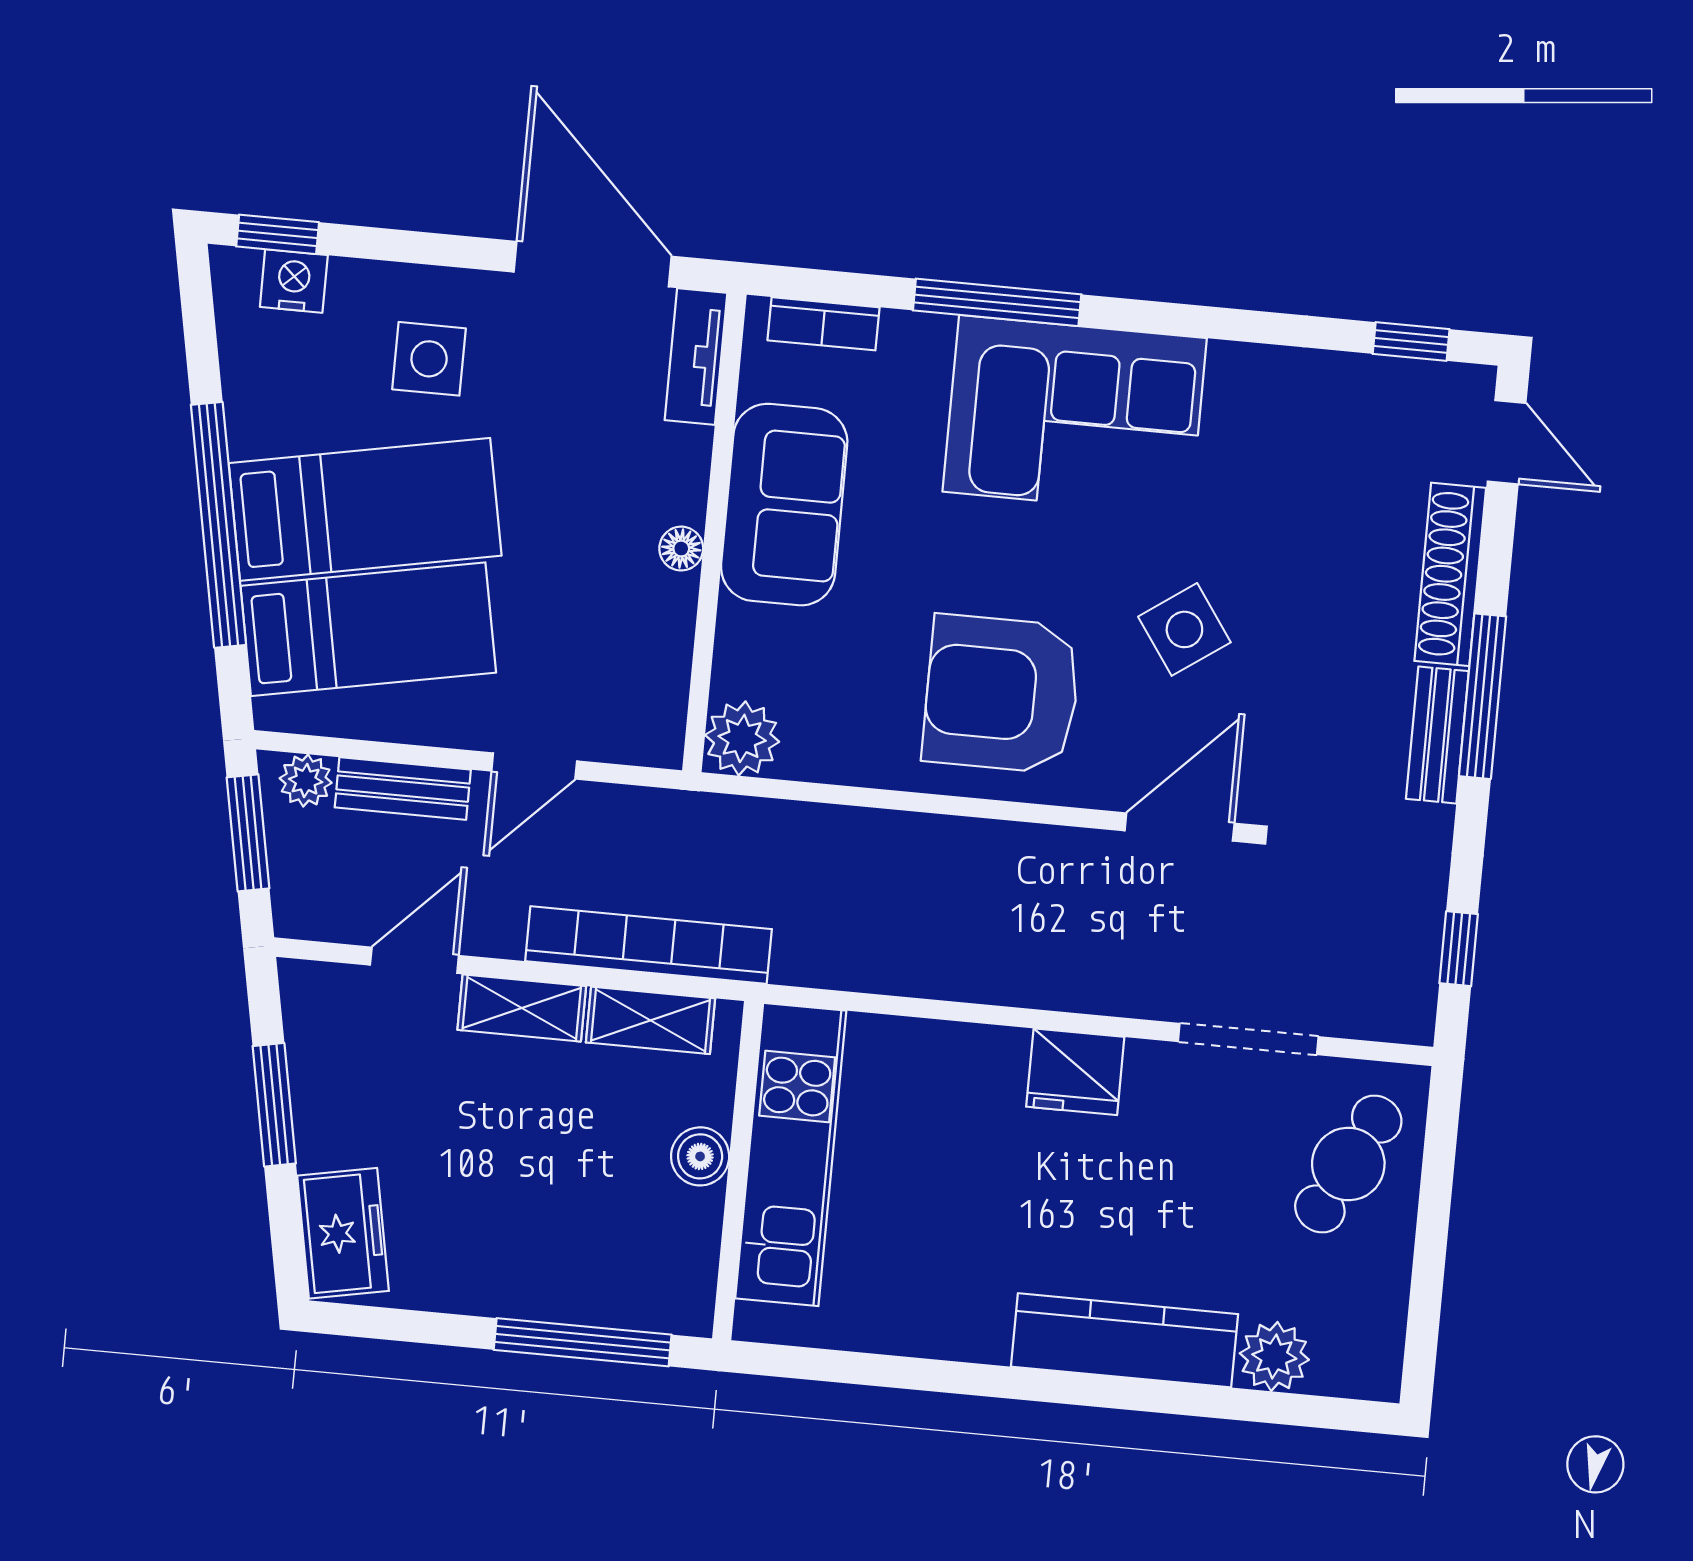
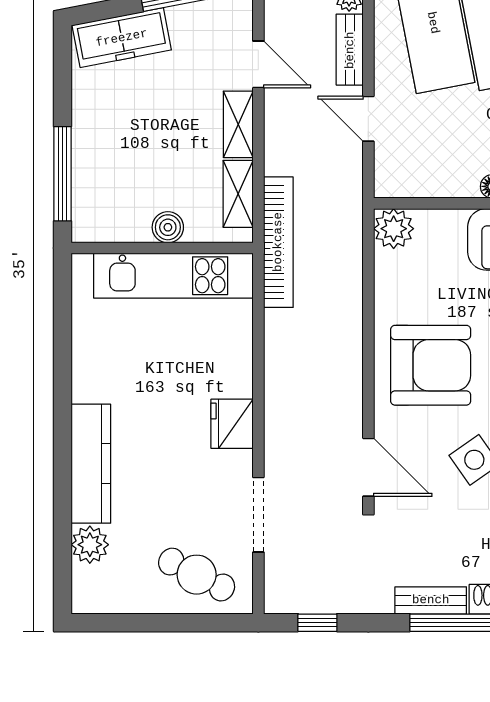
armchair: (1002, 694) -> (431, 365), turned 90
bookcase: (649, 945) -> (278, 242), moved
freezer: (343, 1233) -> (122, 38), width x1.40

